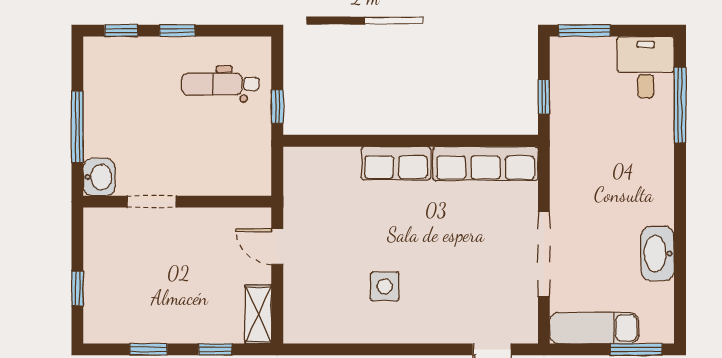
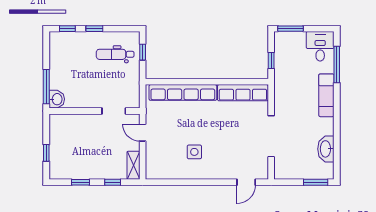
window: (277, 107) -> (143, 52), moved
window: (77, 127) -> (46, 87), moved
row of seats: (396, 163) -> (183, 92), width x2.02
doorway: (151, 202) -> (114, 111), moved
washbasin: (658, 254) -> (326, 149), moved
exam couch: (594, 328) -> (326, 95), moved, turned -90

